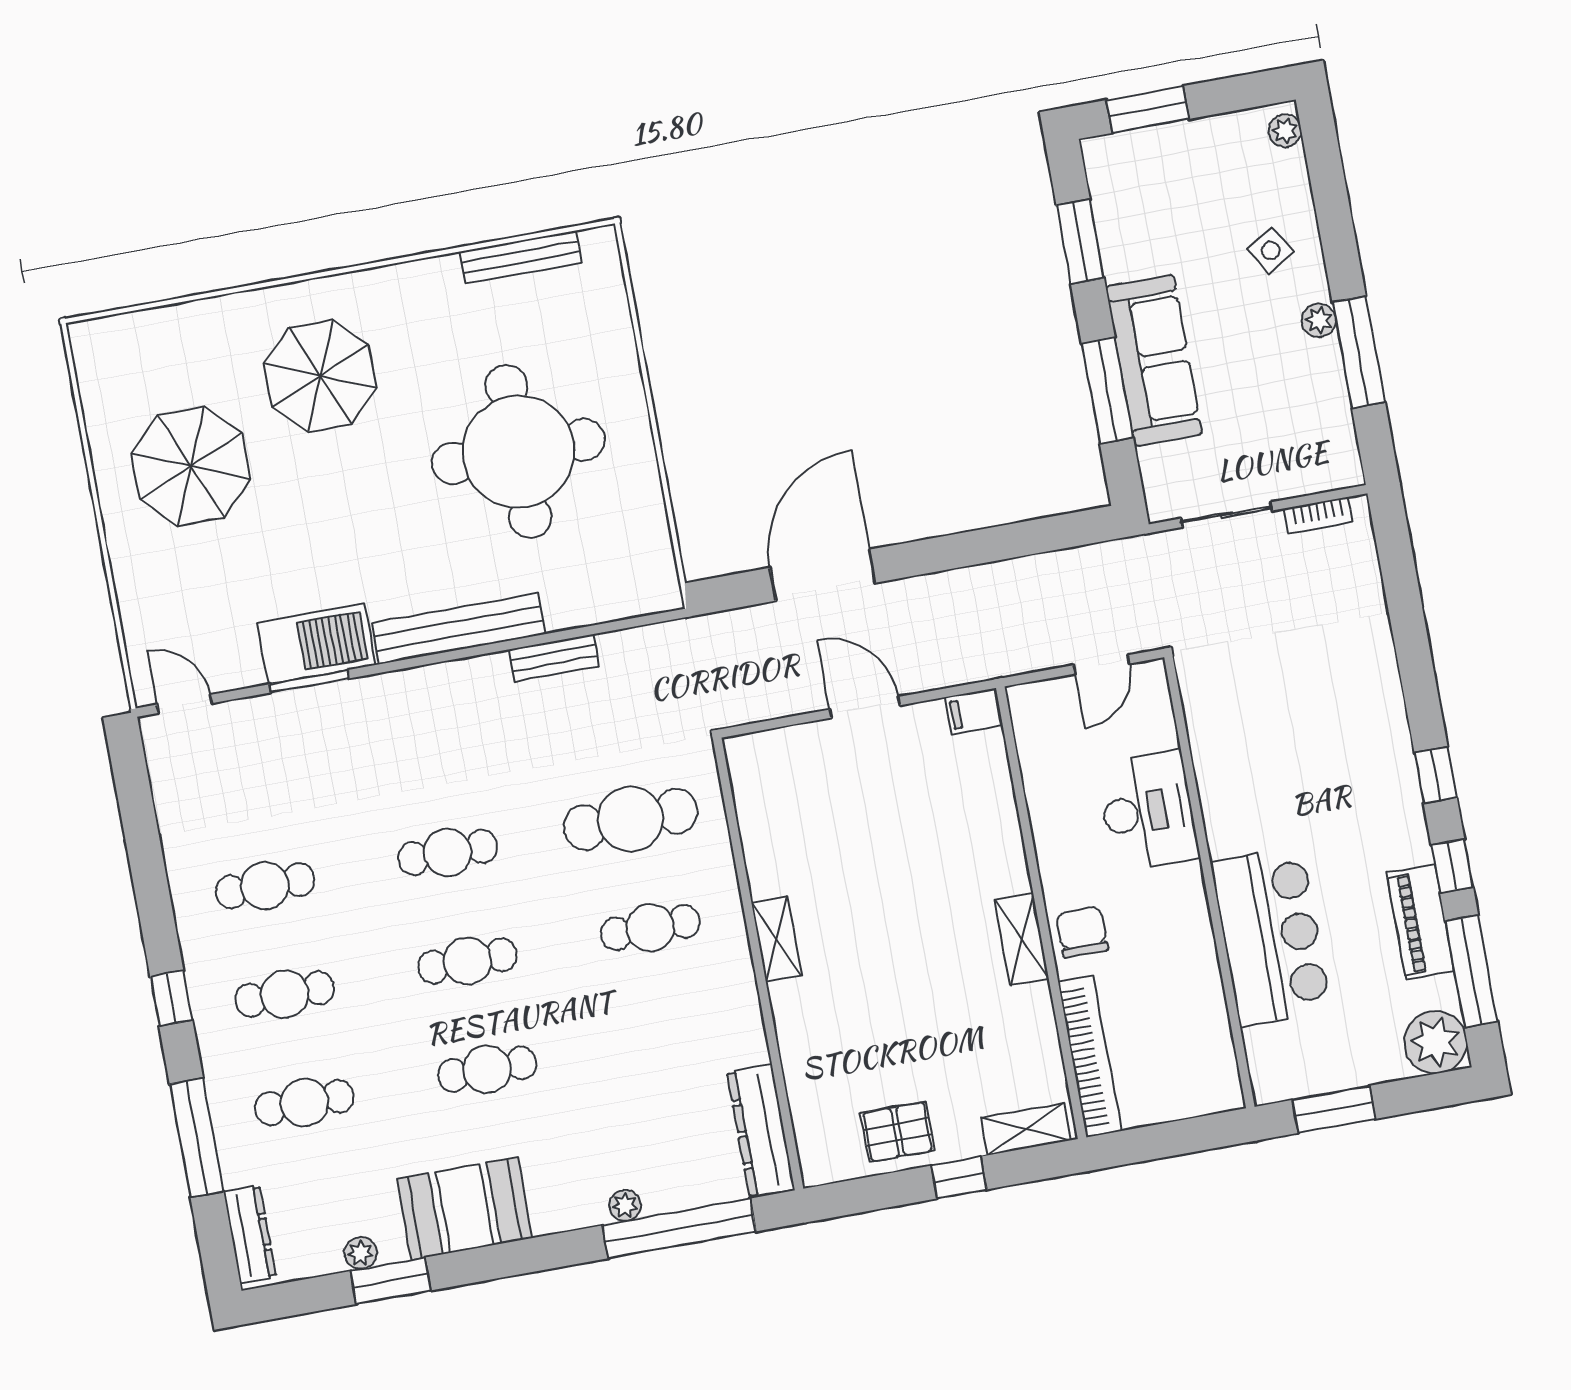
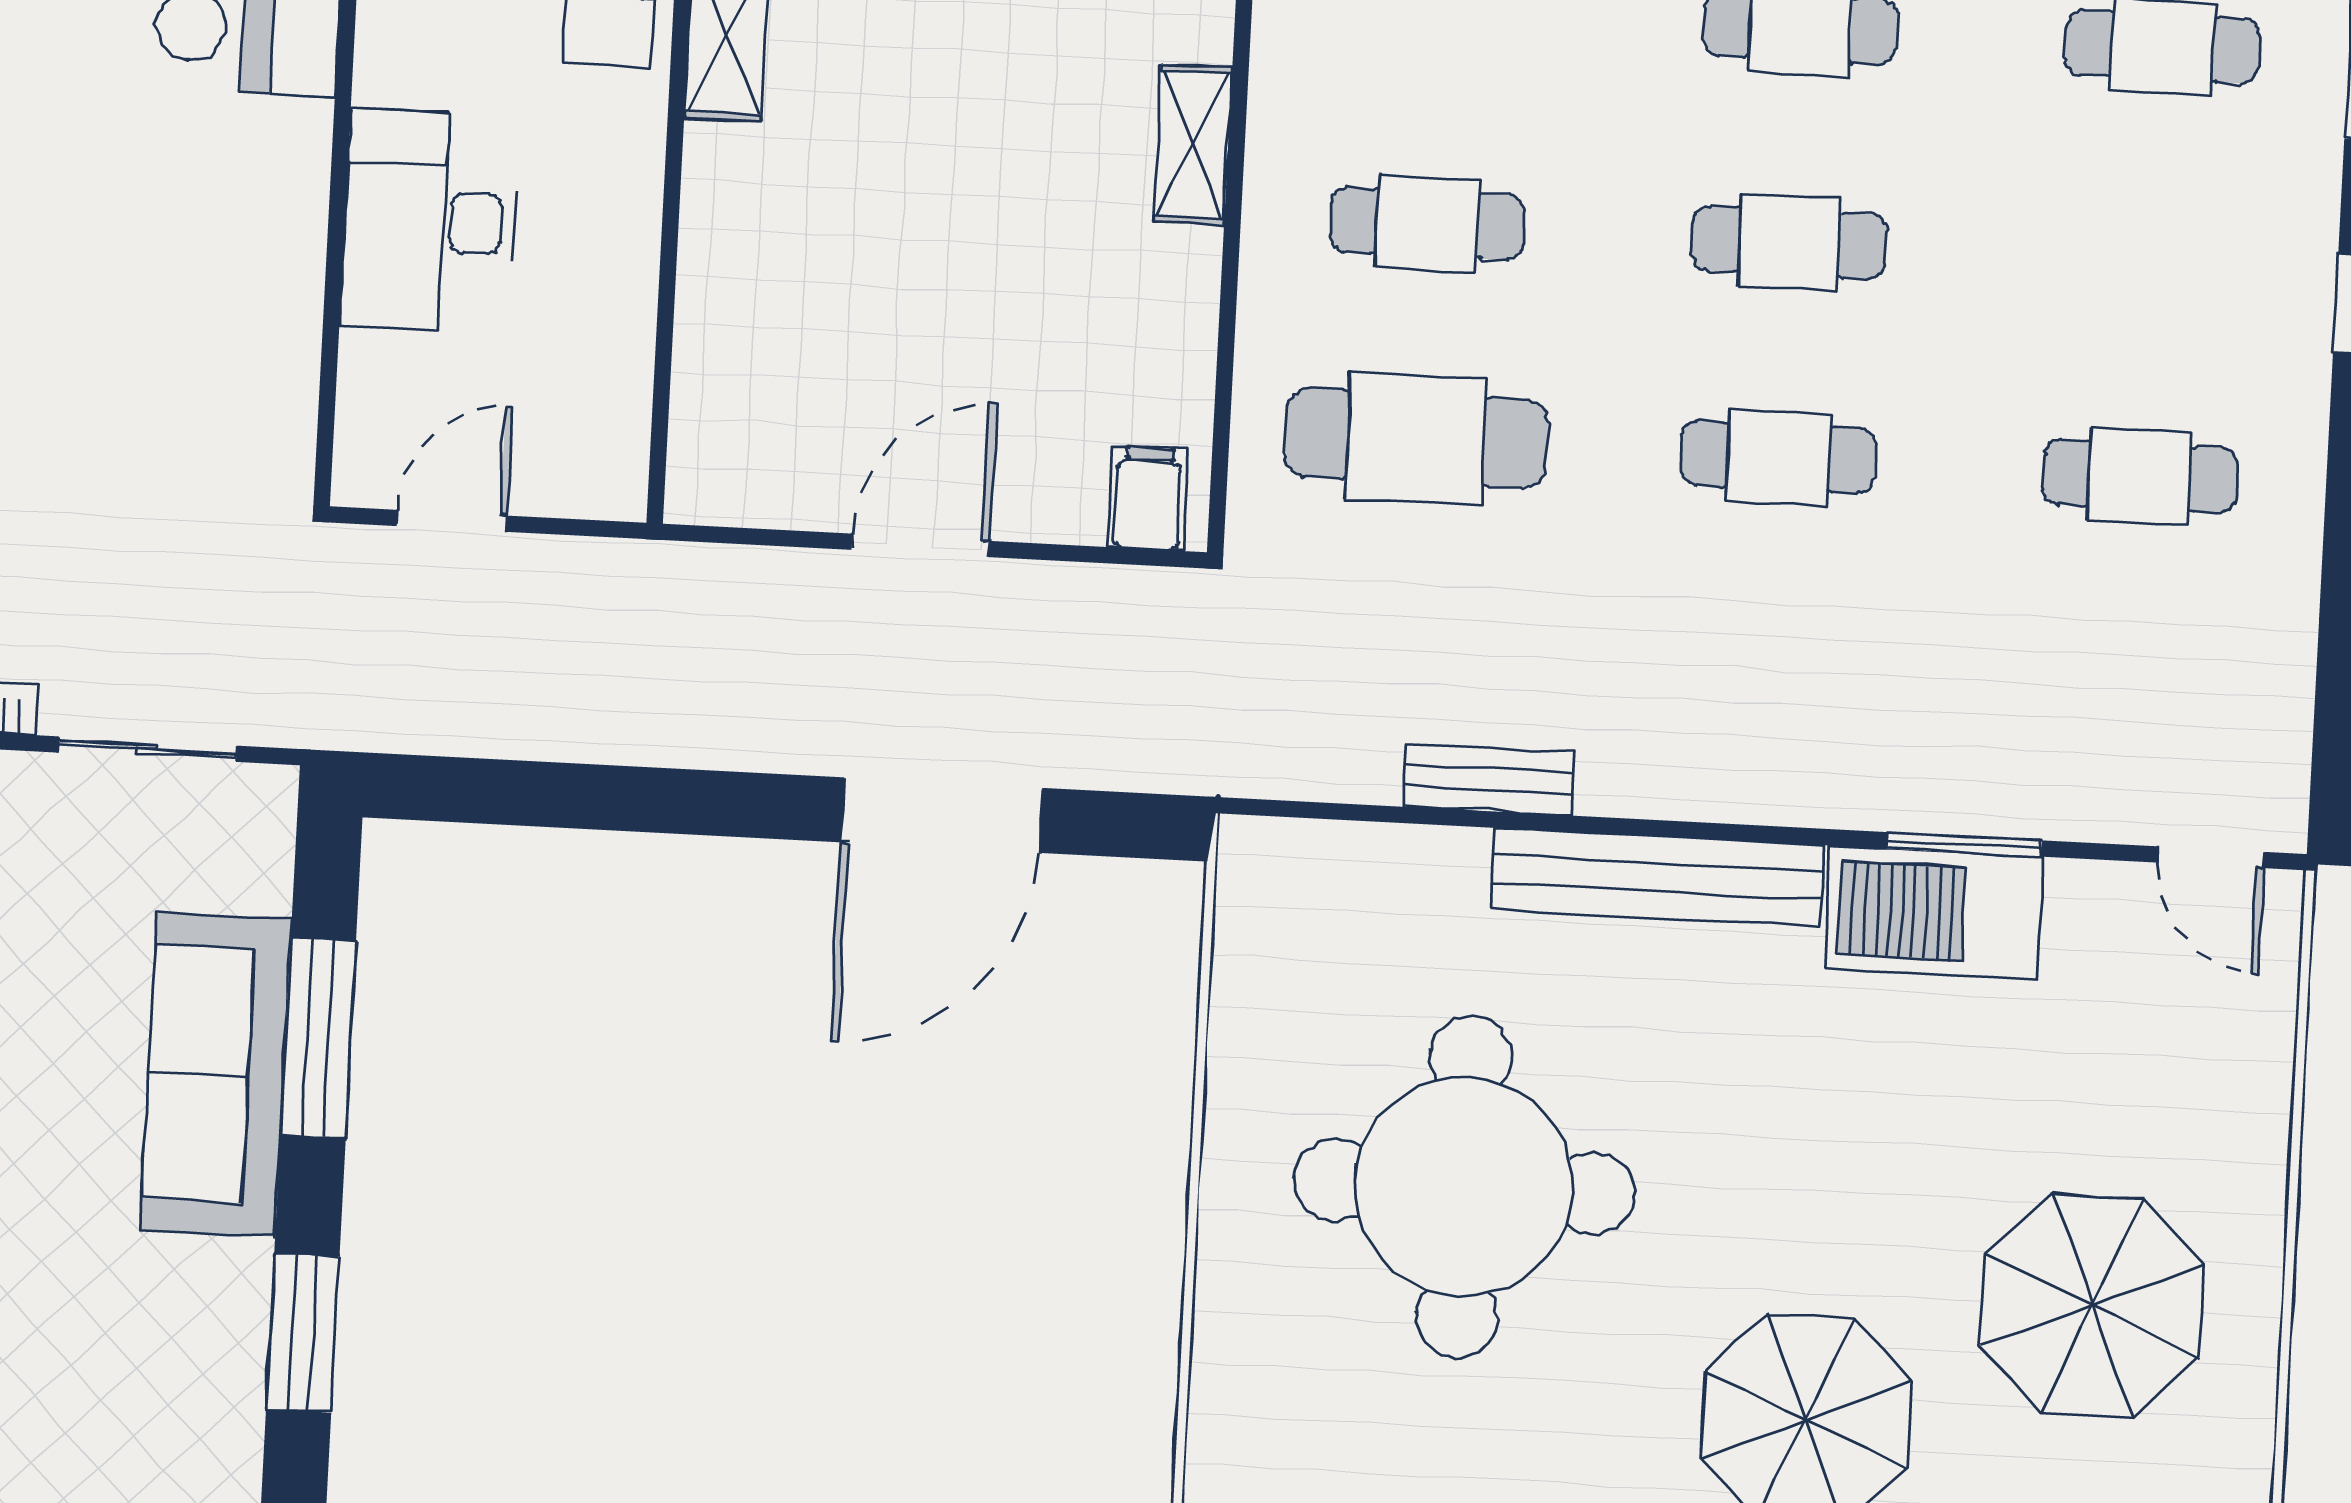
door: (865, 707) -> (920, 545), swing flipped
filing cabinet: (974, 712) -> (1148, 498), moved, turned -90
cafe table: (285, 994) -> (2151, 261), removed

